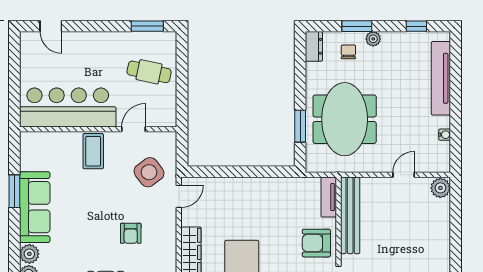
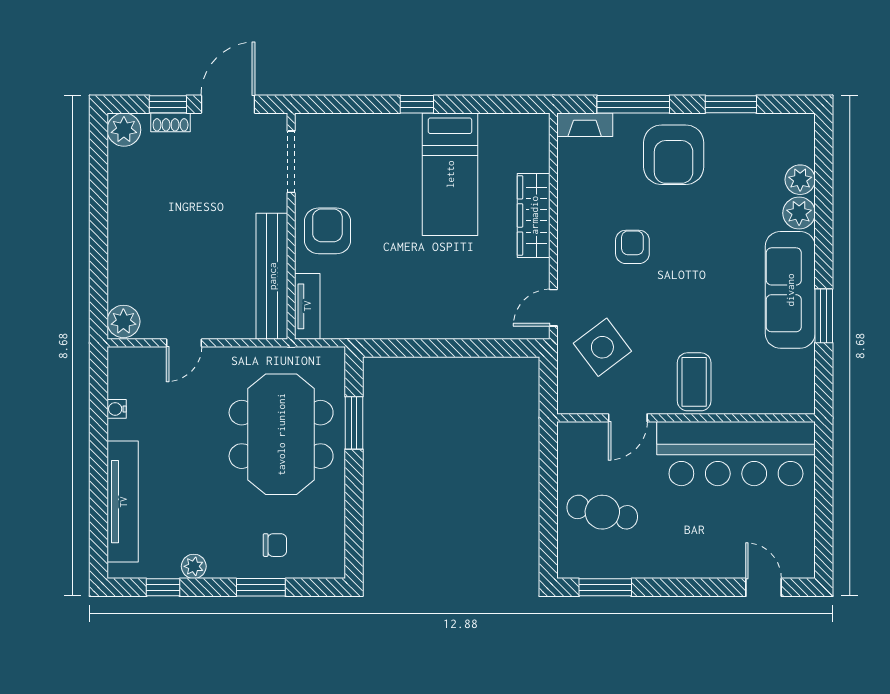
plant: (373, 39) -> (194, 566), moved
dresser: (314, 46) -> (331, 554), removed
chair: (348, 52) -> (275, 545), turned -90
armchair: (316, 243) -> (327, 231), turned -90

